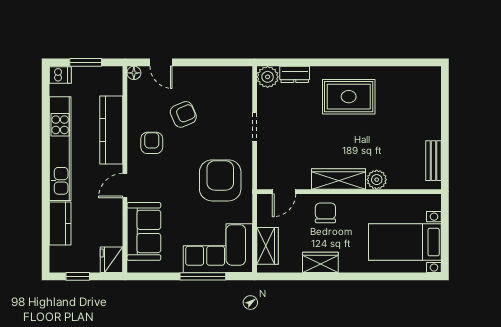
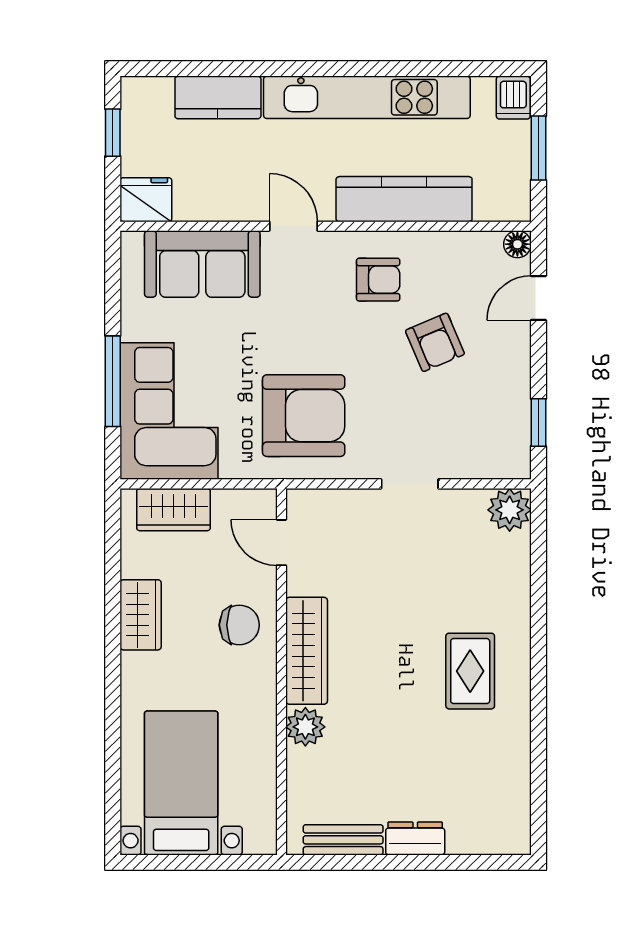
window: (224, 62) -> (538, 422), added
dresser: (295, 74) -> (415, 838), moved, turned 90
rug: (349, 97) -> (470, 671), width x0.73, depth x0.70

